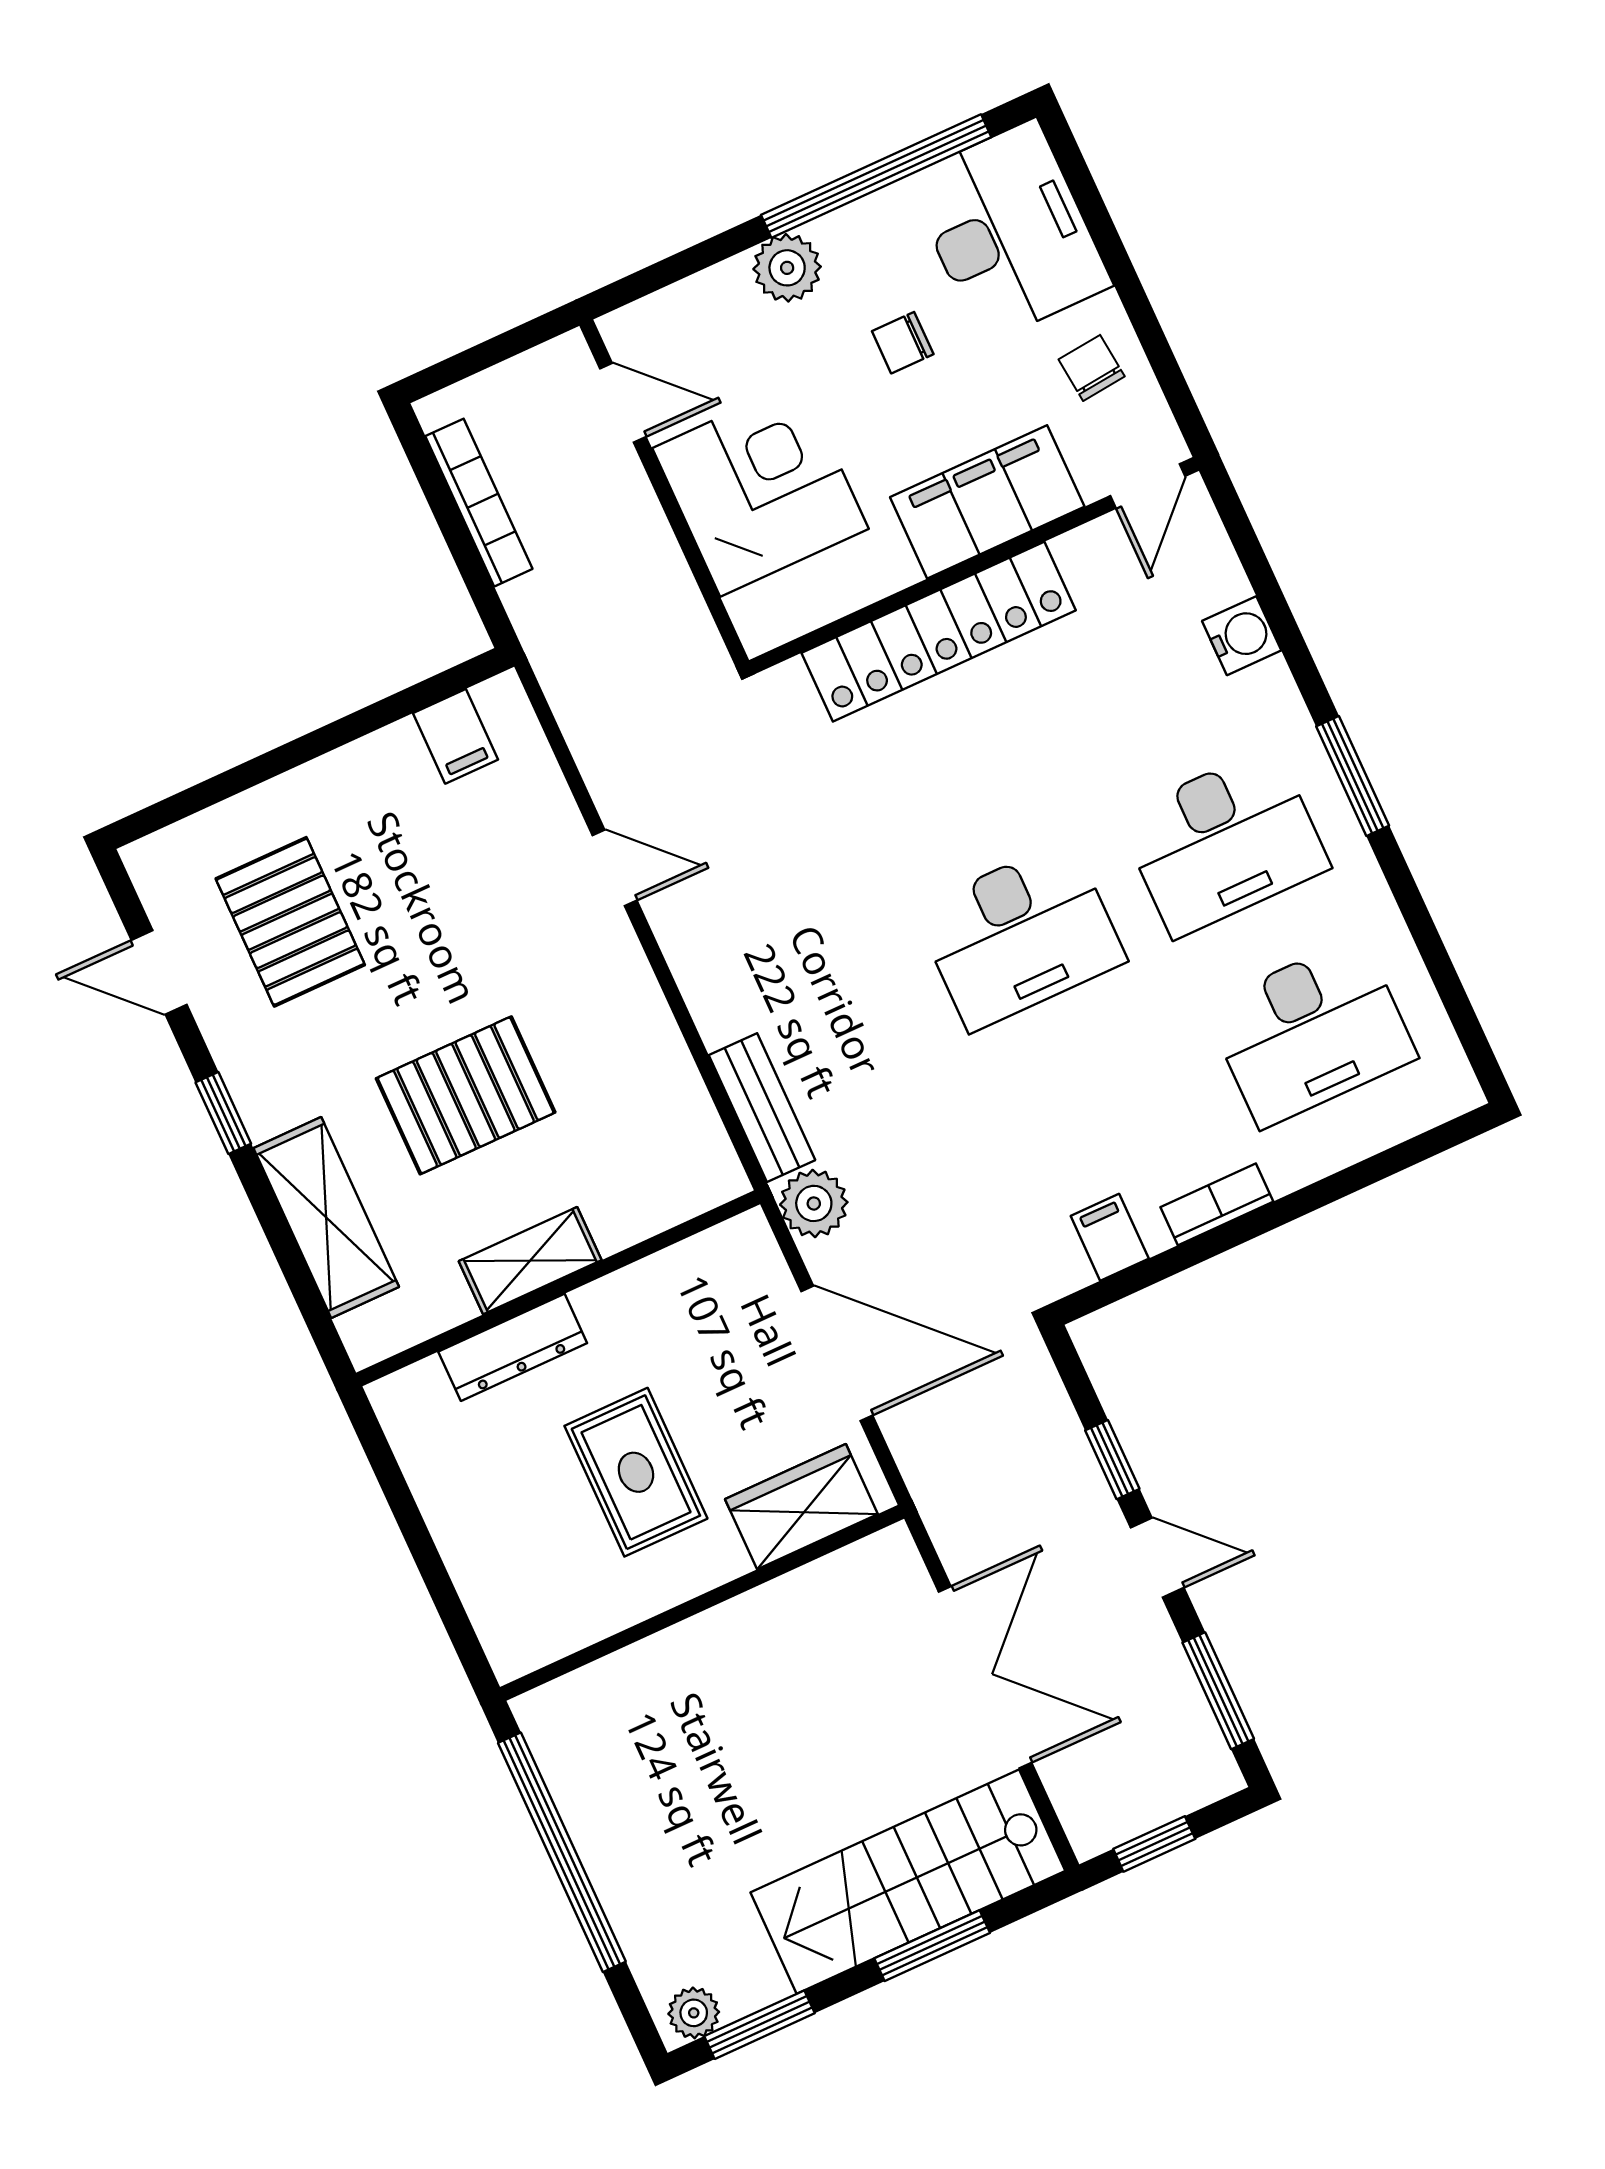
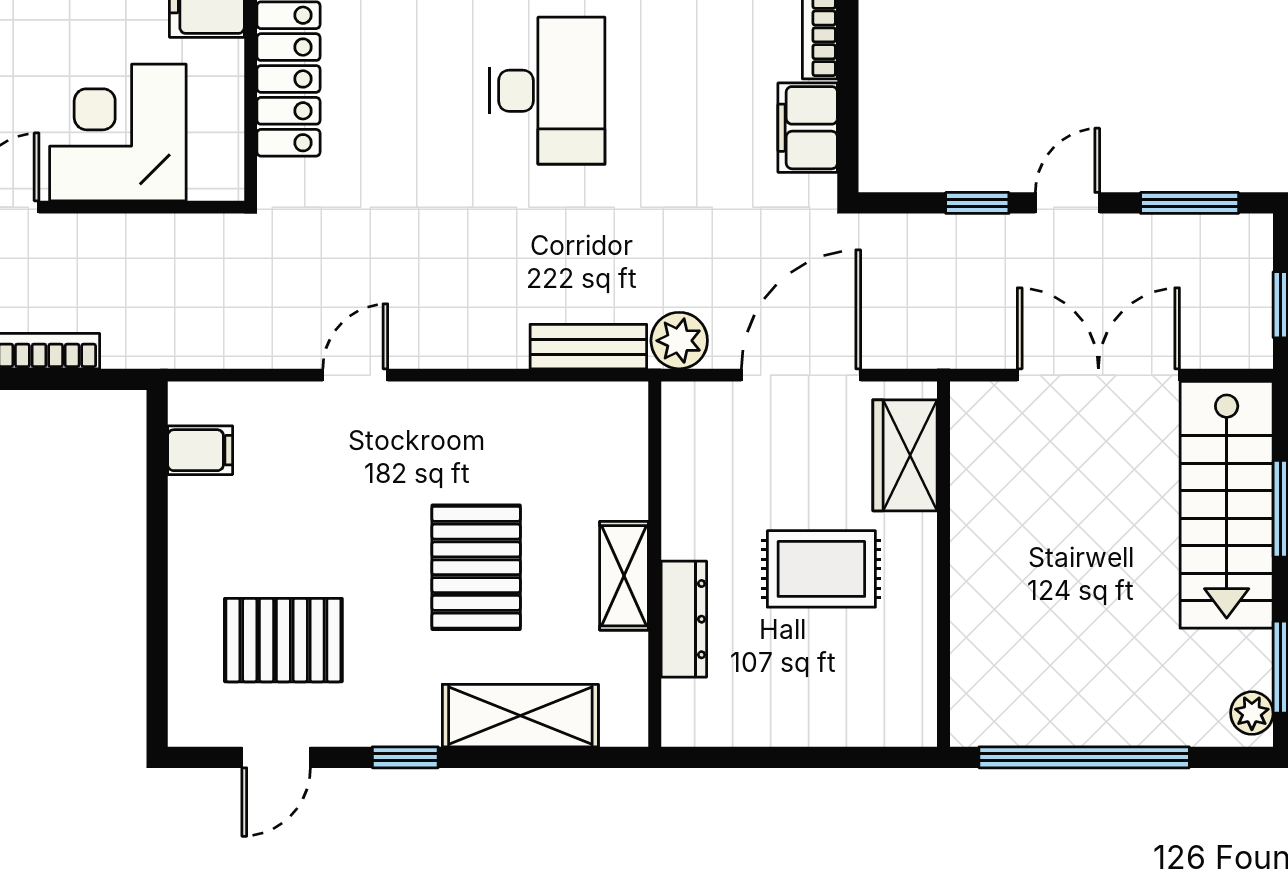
filing cabinet: (1110, 1237) -> (808, 128), width x2.00

